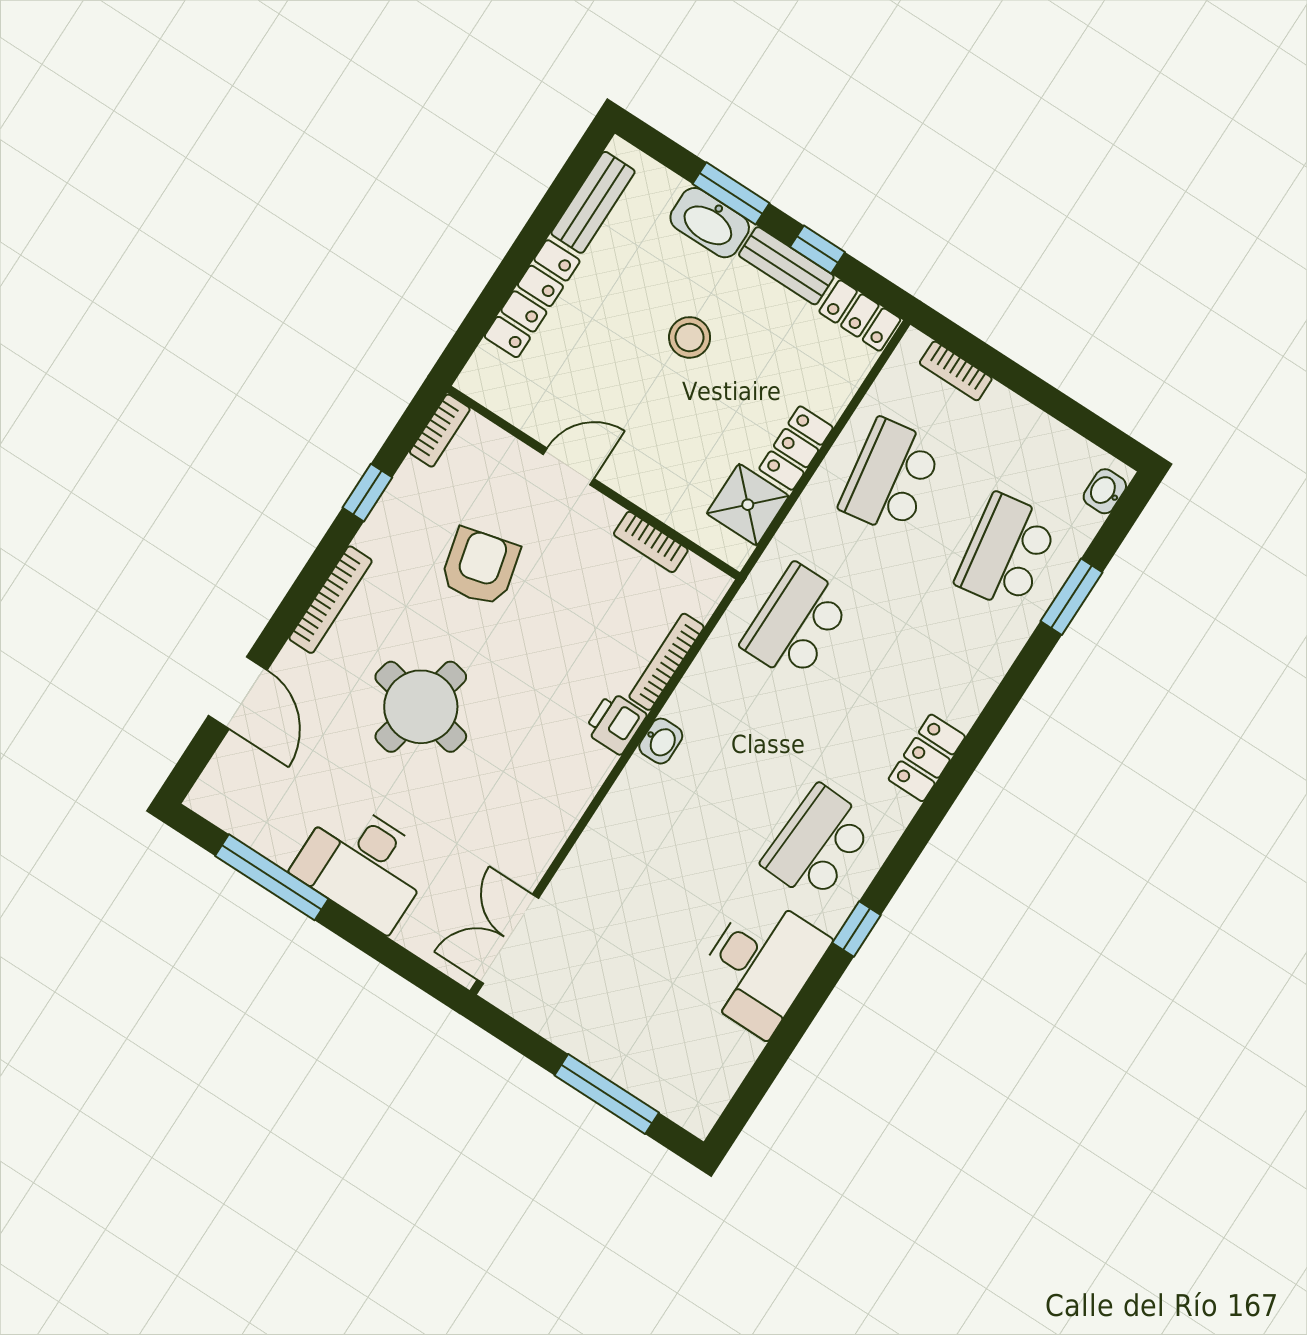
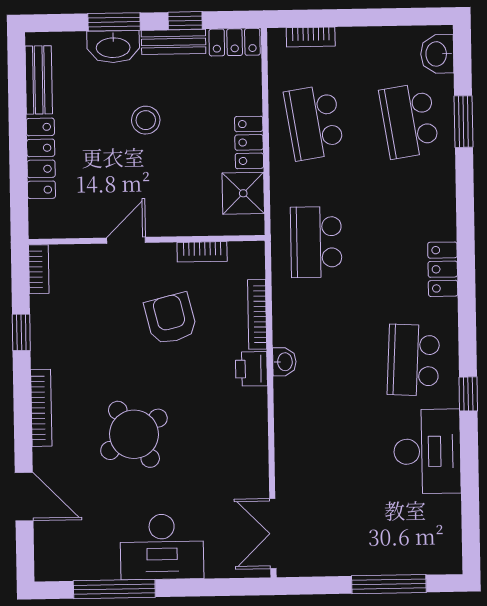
washbasin: (1105, 491) -> (437, 54), width x1.38, depth x1.45
armchair: (480, 567) -> (171, 319), moved
round table: (421, 707) -> (134, 434), turned 45

